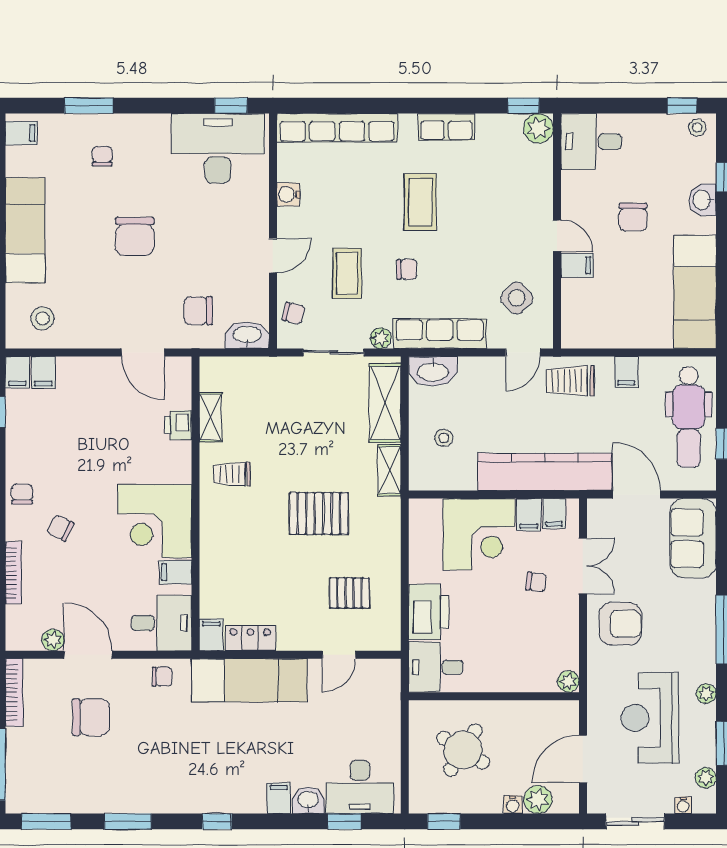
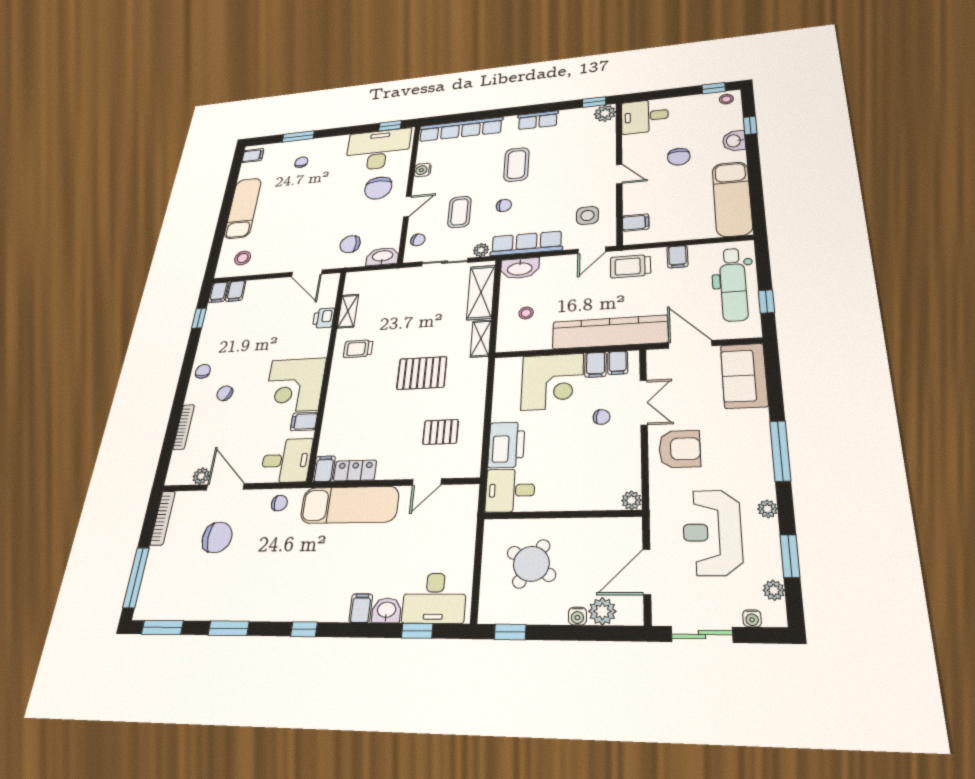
chair: (135, 236) -> (378, 188), moved
filing cabinet: (577, 265) -> (636, 223), moved
side table: (517, 298) -> (587, 215), turned 45

